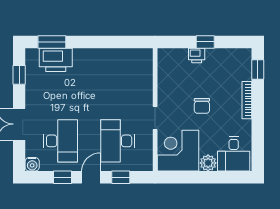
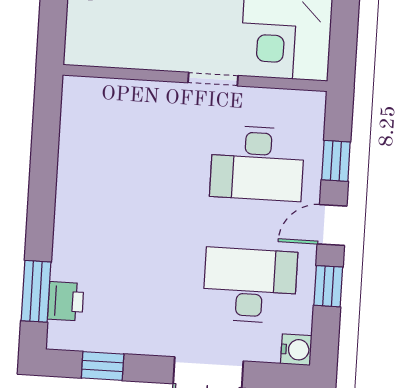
printer: (56, 60) -> (66, 301), width x0.53, depth x0.68
door: (91, 177) -> (332, 225), hinge flipped

